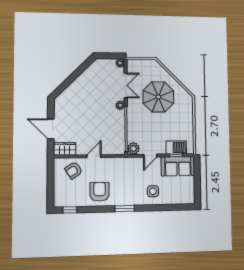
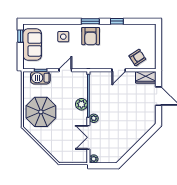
parasol: (158, 97) -> (41, 112), moved
plant: (133, 148) -> (81, 104), moved
sofa: (178, 166) -> (32, 44), moved, turned 90
window: (197, 191) -> (20, 36), added
armchair: (100, 192) -> (91, 36), moved
window: (70, 210) -> (117, 21), moved

